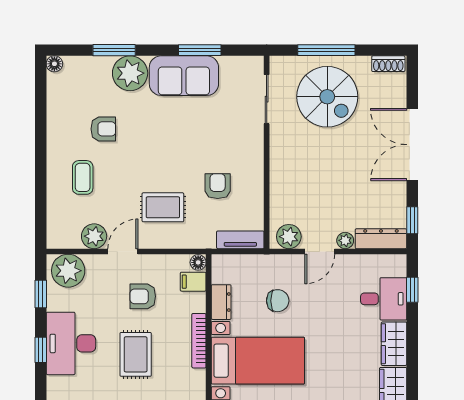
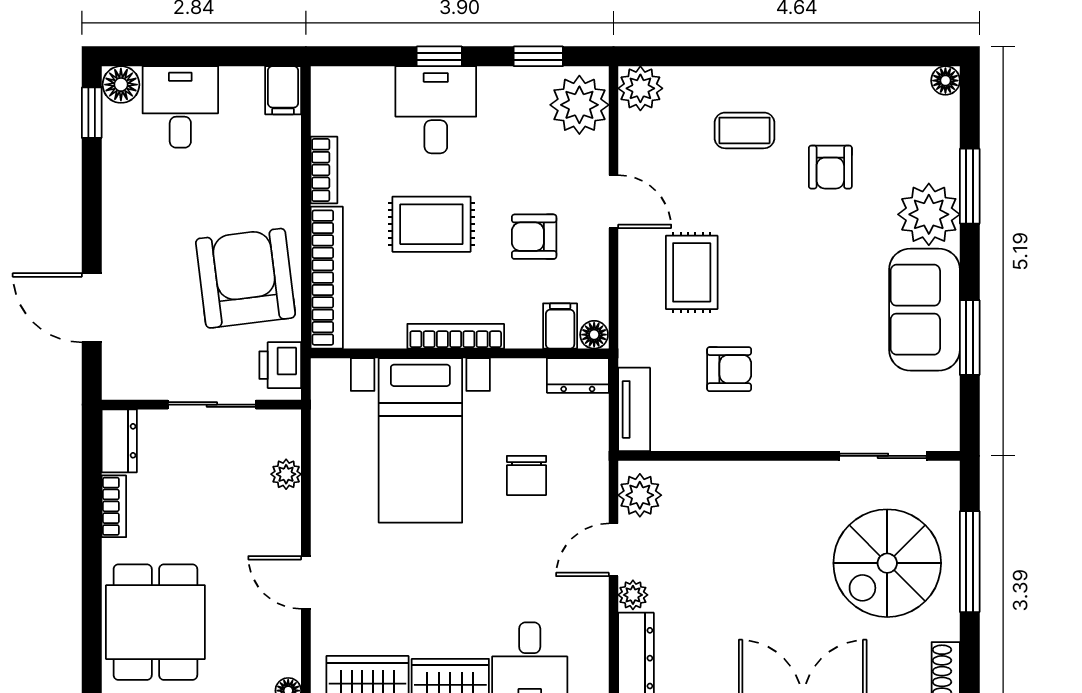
plant: (94, 236) -> (640, 88), moved
door: (320, 251) -> (614, 550), hinge flipped
armchair: (143, 296) -> (534, 237), turned -90
dresser: (221, 302) -> (578, 375), moved
desk: (71, 343) -> (436, 110), width x0.73

